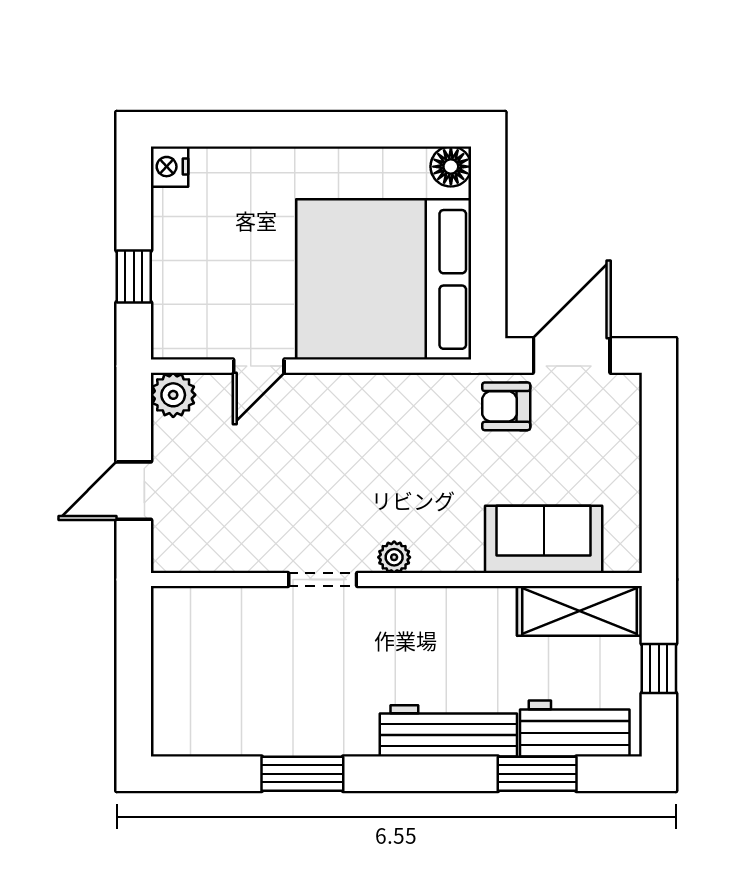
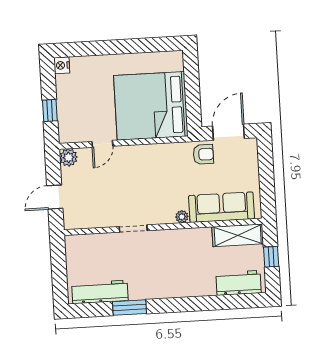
floor lamp: (451, 167) -> (175, 59), removed
armchair: (506, 406) -> (203, 154), turned 180
sofa: (544, 539) -> (221, 207), width x1.36
plant: (394, 557) -> (182, 217), moved
workbench: (448, 731) -> (100, 292), moved
window: (537, 774) -> (224, 302), removed

